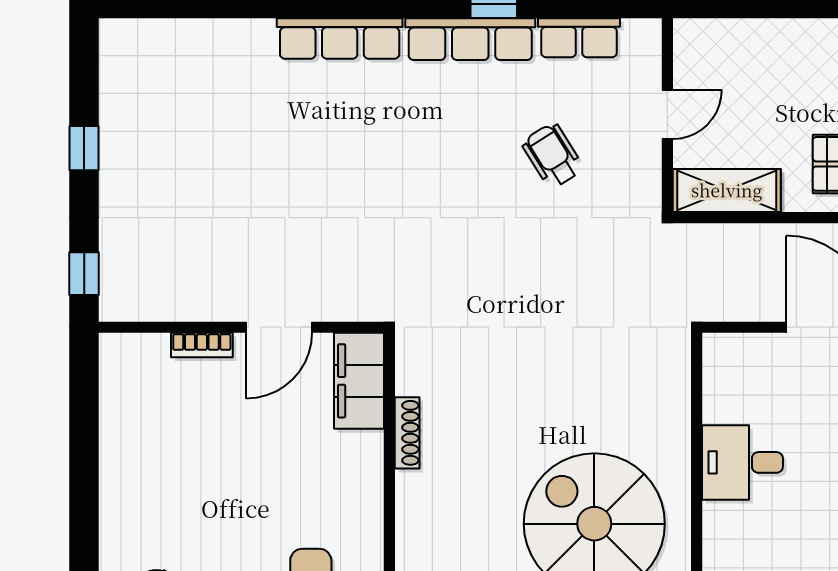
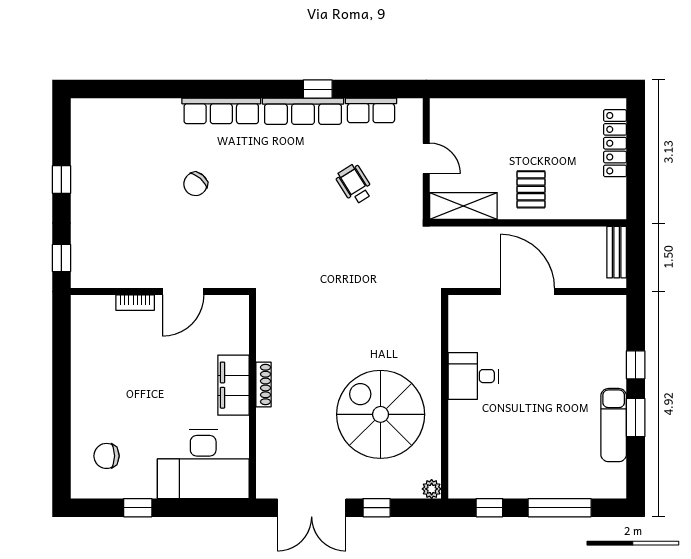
door: (667, 114) -> (426, 158), hinge flipped
chair: (298, 155) -> (195, 184), added
filing cabinet: (359, 381) -> (233, 385), moved
shoe rack: (407, 433) -> (264, 384), moved

